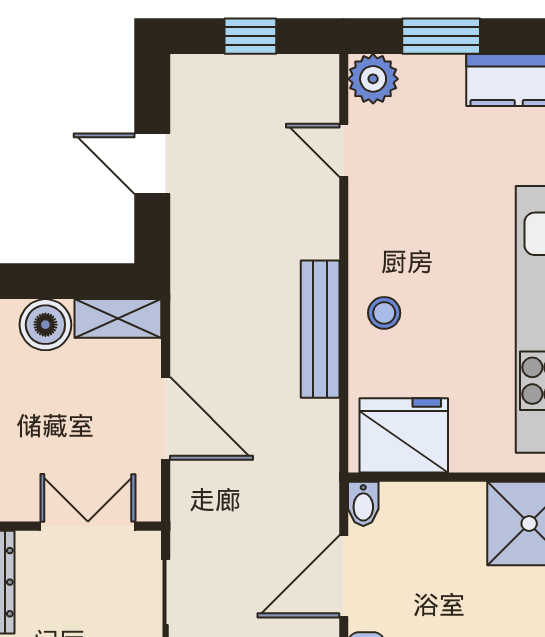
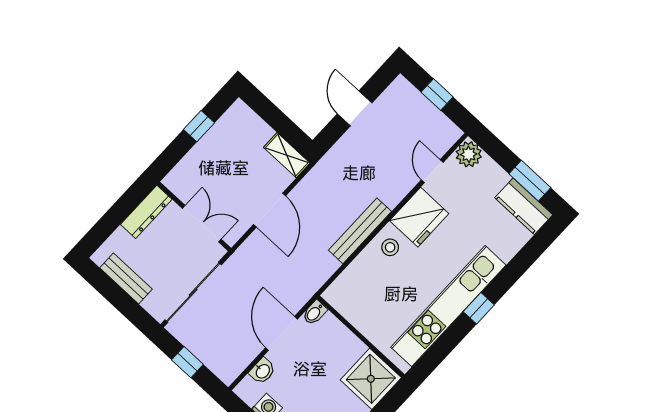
window: (441, 36) -> (530, 181), moved
boiler: (45, 325) -> (257, 132), removed
fridge: (404, 435) -> (419, 217), moved, turned 90
door: (344, 576) -> (281, 333), hinge flipped

